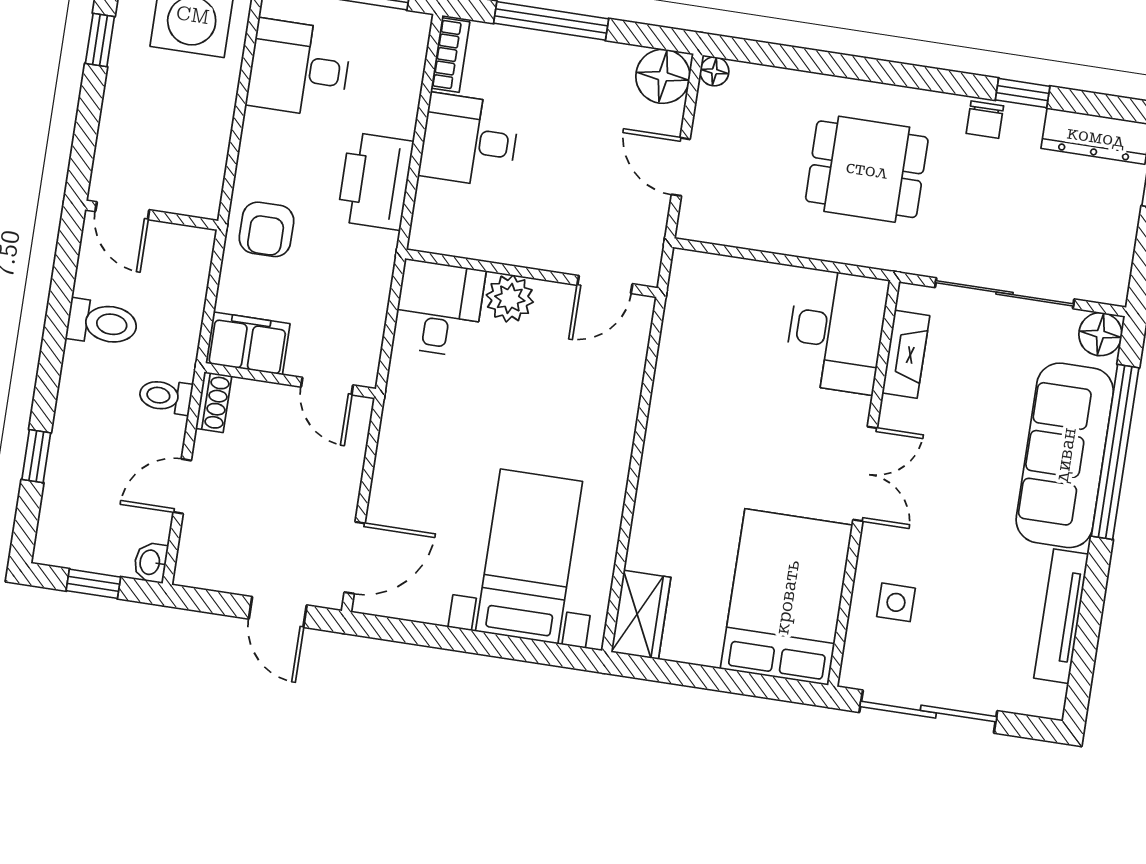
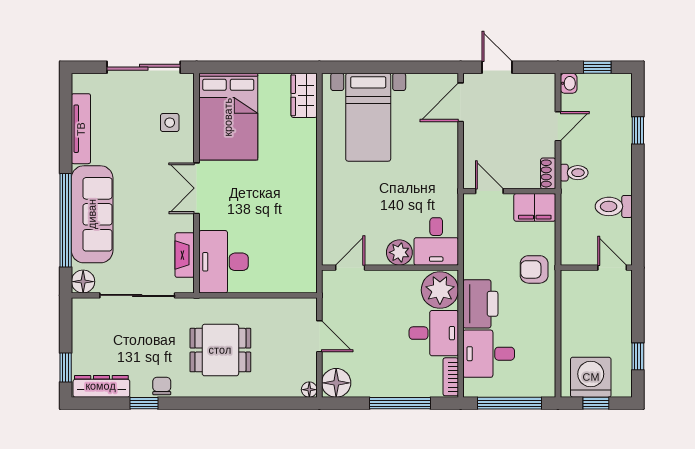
desk: (299, 68) -> (489, 354), moved, turned 180
plant: (446, 218) -> (440, 290), added
armchair: (266, 229) -> (534, 269), turned -90

